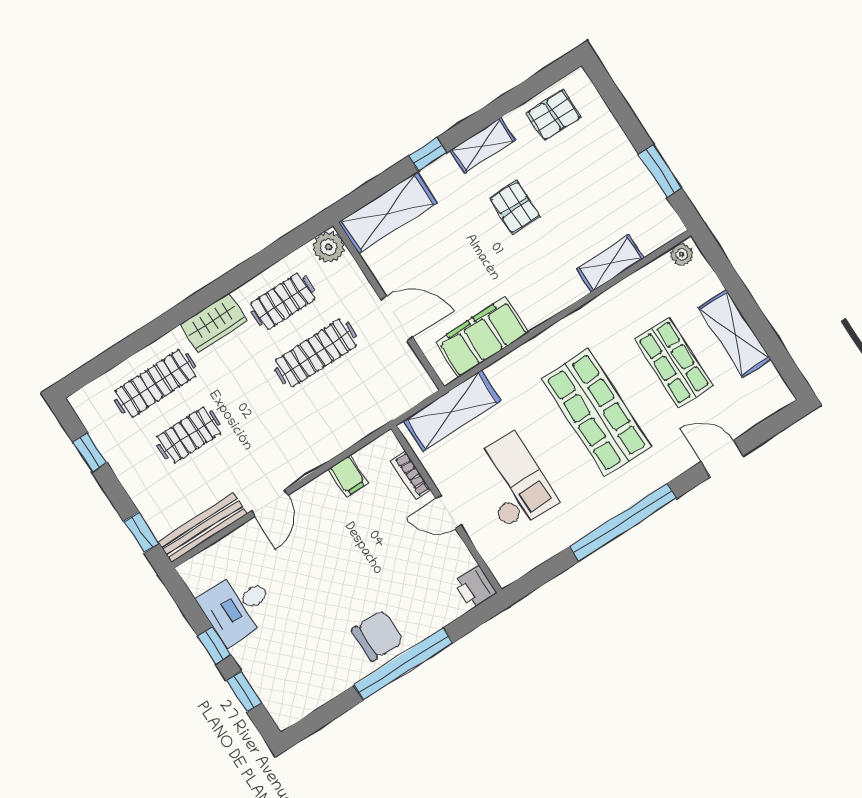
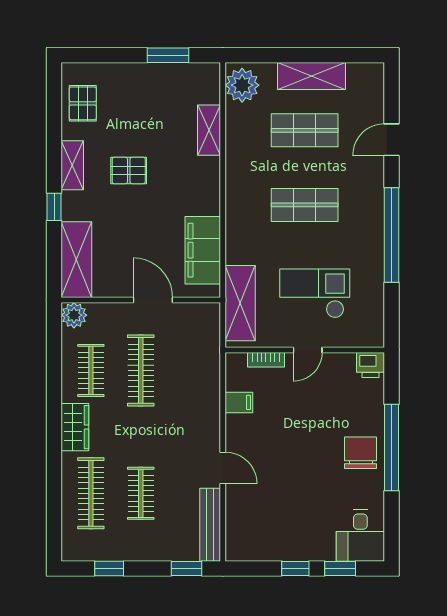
plant: (682, 254) -> (242, 85), width x1.88, depth x1.88
door: (397, 319) -> (153, 300), hinge flipped
shop shelf: (597, 412) -> (305, 205), width x0.70, depth x0.74
desk: (238, 607) -> (360, 536), moved

